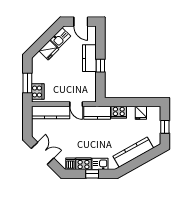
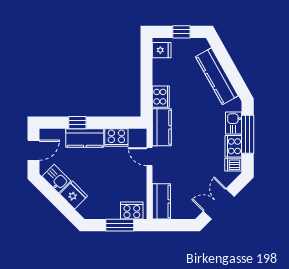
window: (100, 66) -> (77, 123), moved
cooker: (90, 81) -> (116, 137), added
door: (76, 104) -> (150, 157), swing flipped
kitchen counter: (51, 113) -> (161, 201), width x0.67
fridge: (141, 113) -> (162, 50), moved
window: (92, 174) -> (248, 134), width x2.17

